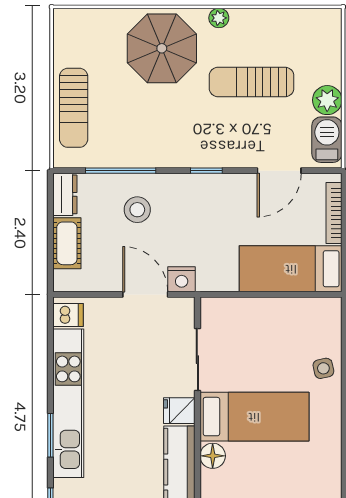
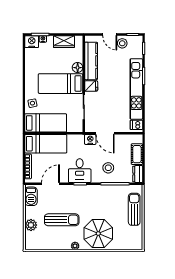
plant: (327, 100) -> (31, 225), moved
desk: (207, 203) -> (80, 171), added
bed: (291, 320) -> (46, 123), added

